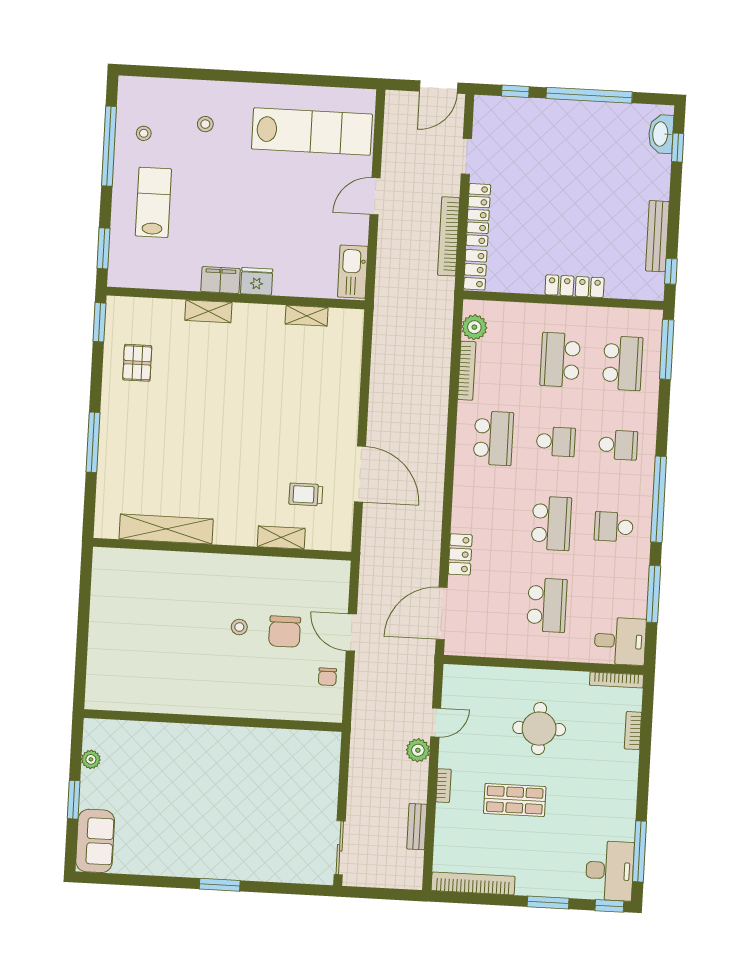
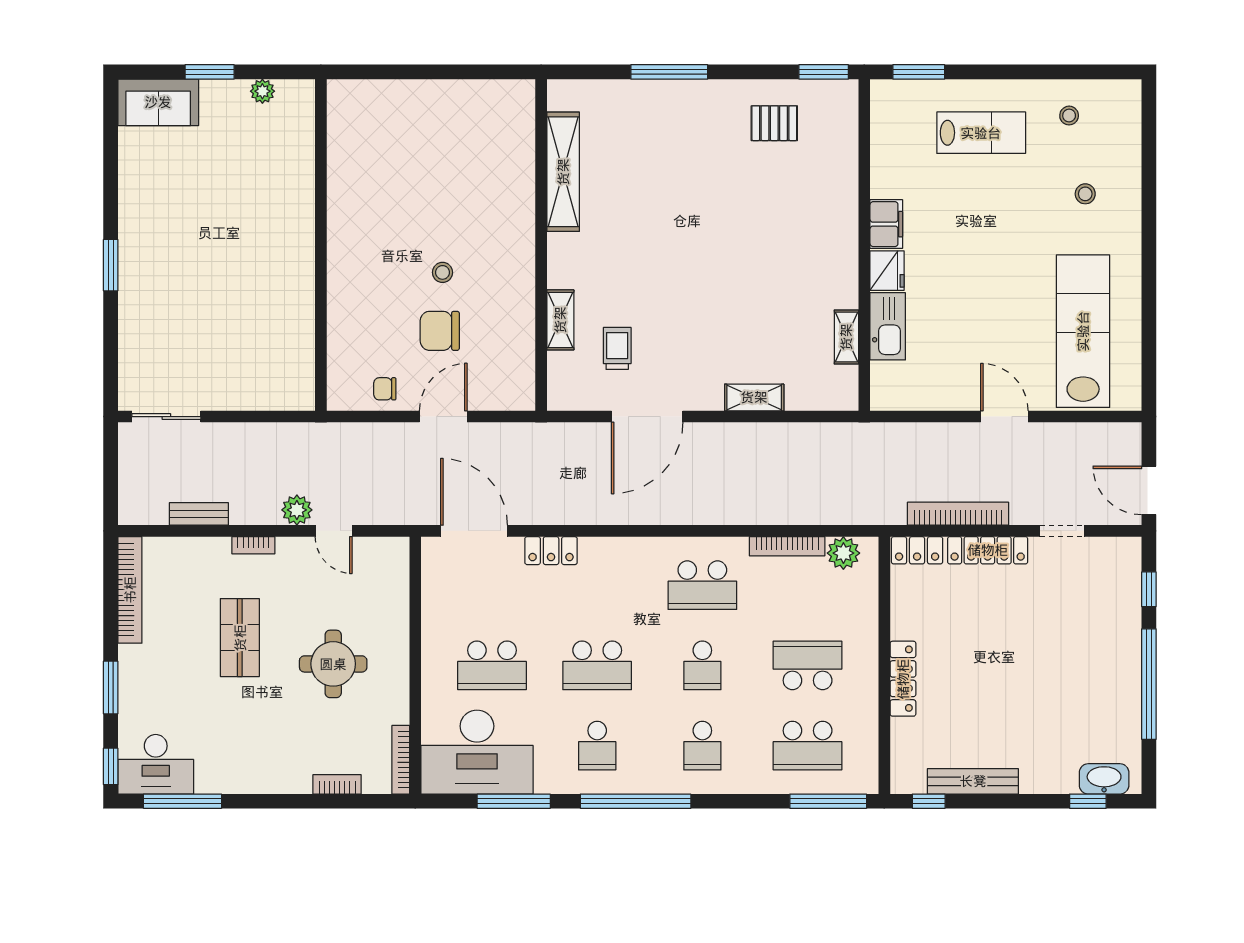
lab bench: (312, 132) -> (1083, 331), turned 180
window: (109, 146) -> (1050, 72), removed
kitchen sink: (353, 272) -> (888, 326), moved, turned 90
shelving: (208, 311) -> (754, 397), moved, turned 90
school desk: (614, 527) -> (597, 746), turned 180
desk: (620, 641) -> (477, 752), width x1.87, depth x1.30

